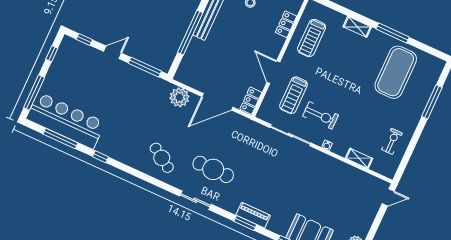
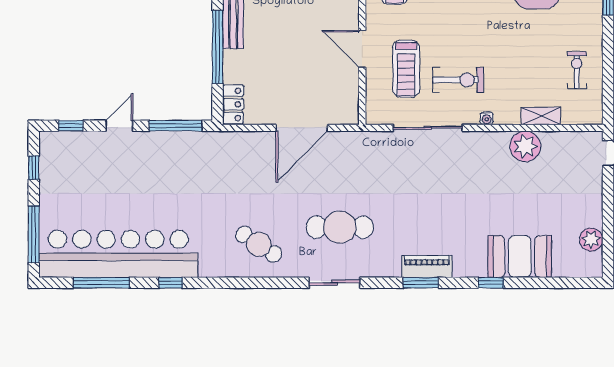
plant: (179, 97) -> (525, 146), moved
locker: (251, 101) -> (233, 104), moved, turned 180
bar counter: (66, 121) -> (118, 254), width x1.36

